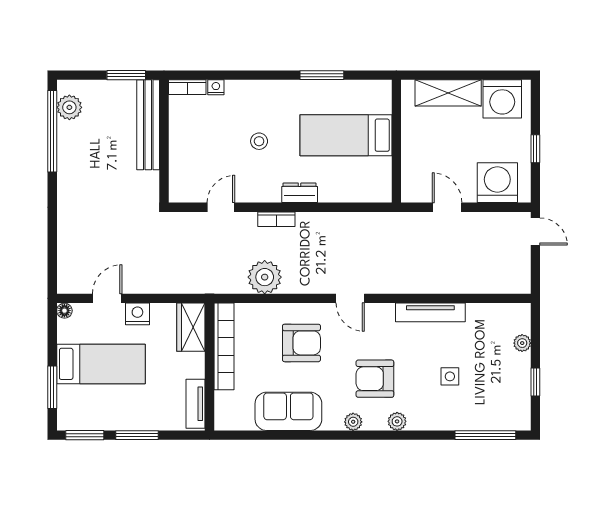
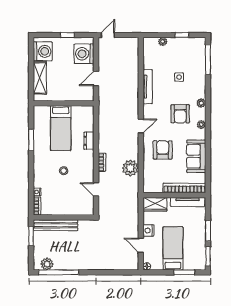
dresser: (300, 193) -> (89, 141), moved
bookcase: (224, 346) -> (184, 188), moved
tv unit: (196, 404) -> (188, 202), width x1.41

